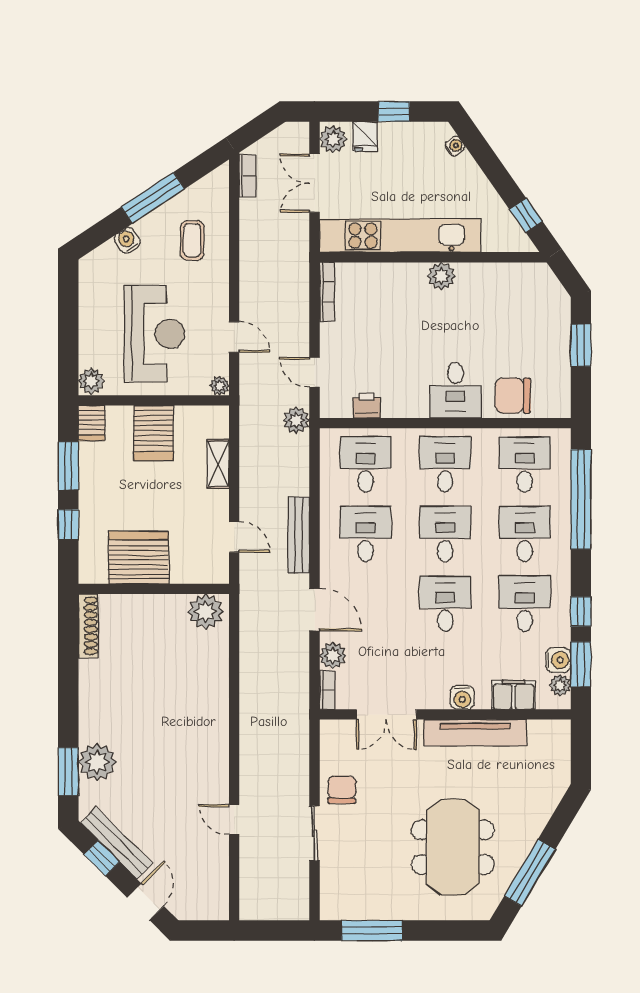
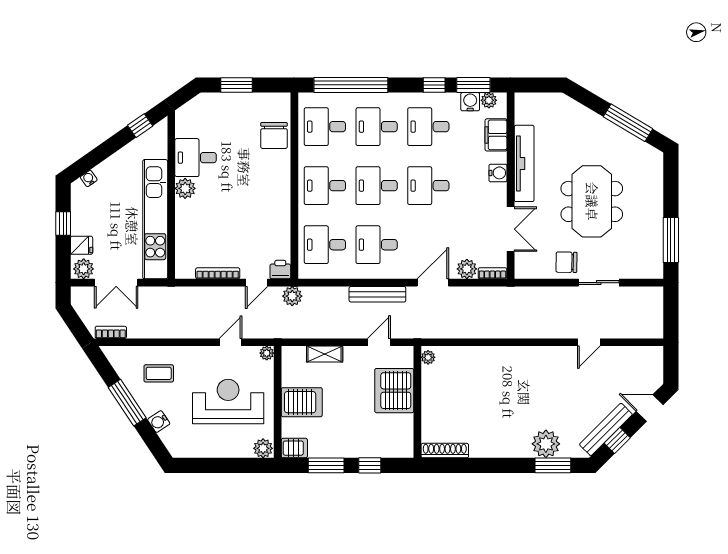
bookcase: (327, 292) -> (218, 273), moved
desk: (456, 390) -> (196, 158), moved, turned 180
printer: (367, 405) -> (280, 270), moved, turned 90
server rack: (139, 558) -> (394, 391), moved
plant: (206, 612) -> (428, 357), width x0.53, depth x0.53
meeting table: (453, 847) -> (592, 201), moved, turned 90

